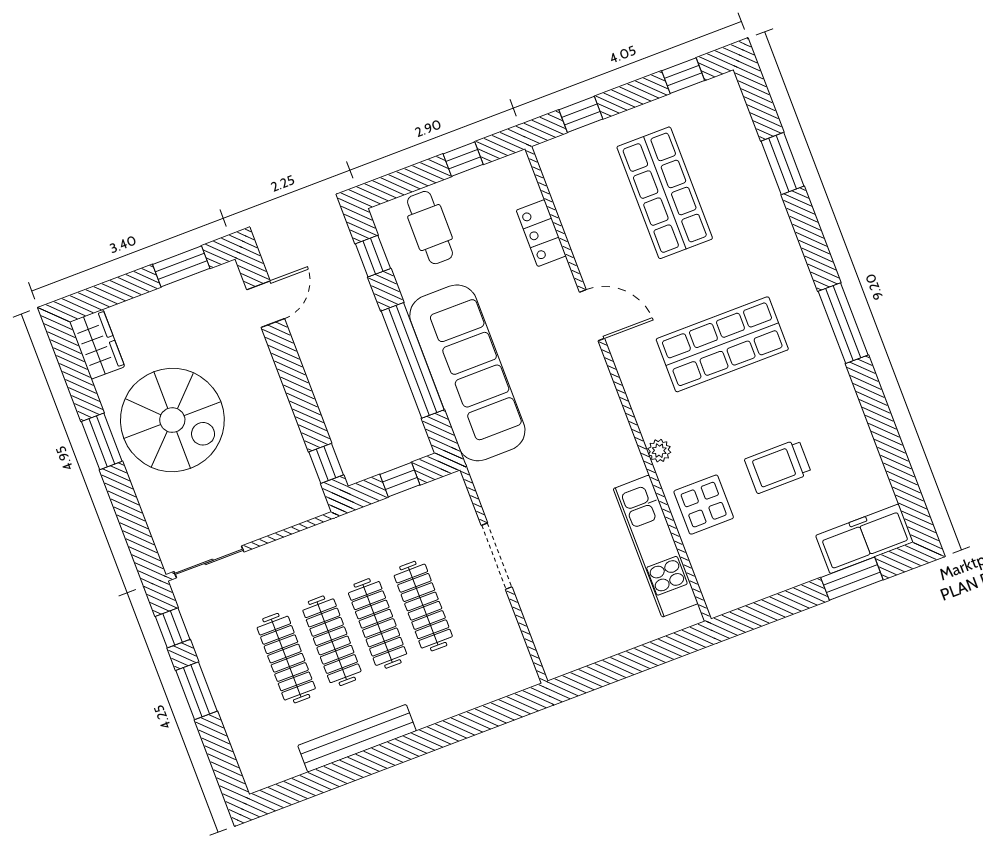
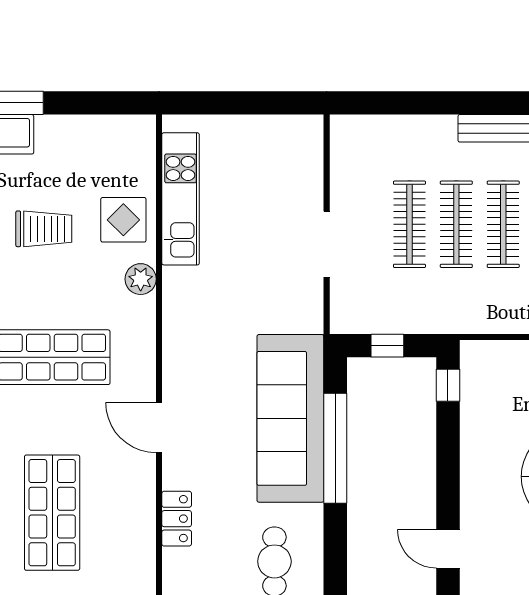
window: (373, 256) -> (335, 555), removed
door: (266, 304) -> (448, 549), hinge flipped
plant: (659, 451) -> (141, 279), width x1.38, depth x1.38

